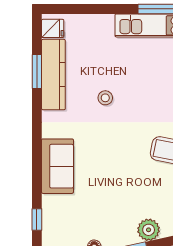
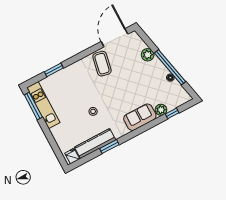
window: (37, 71) -> (109, 147), moved
plant: (52, 205) -> (161, 110), added

